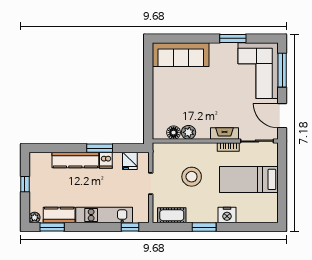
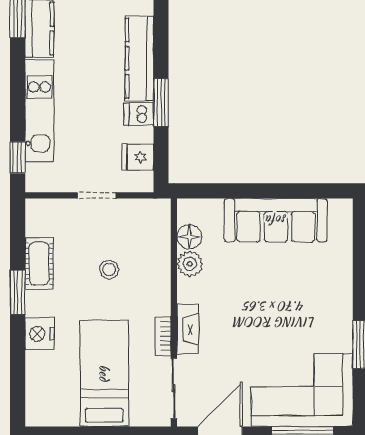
sofa: (181, 55) -> (276, 220), moved, turned -90
stool: (192, 177) -> (109, 269), width x0.53, depth x0.53
cot: (172, 215) -> (39, 264), moved

